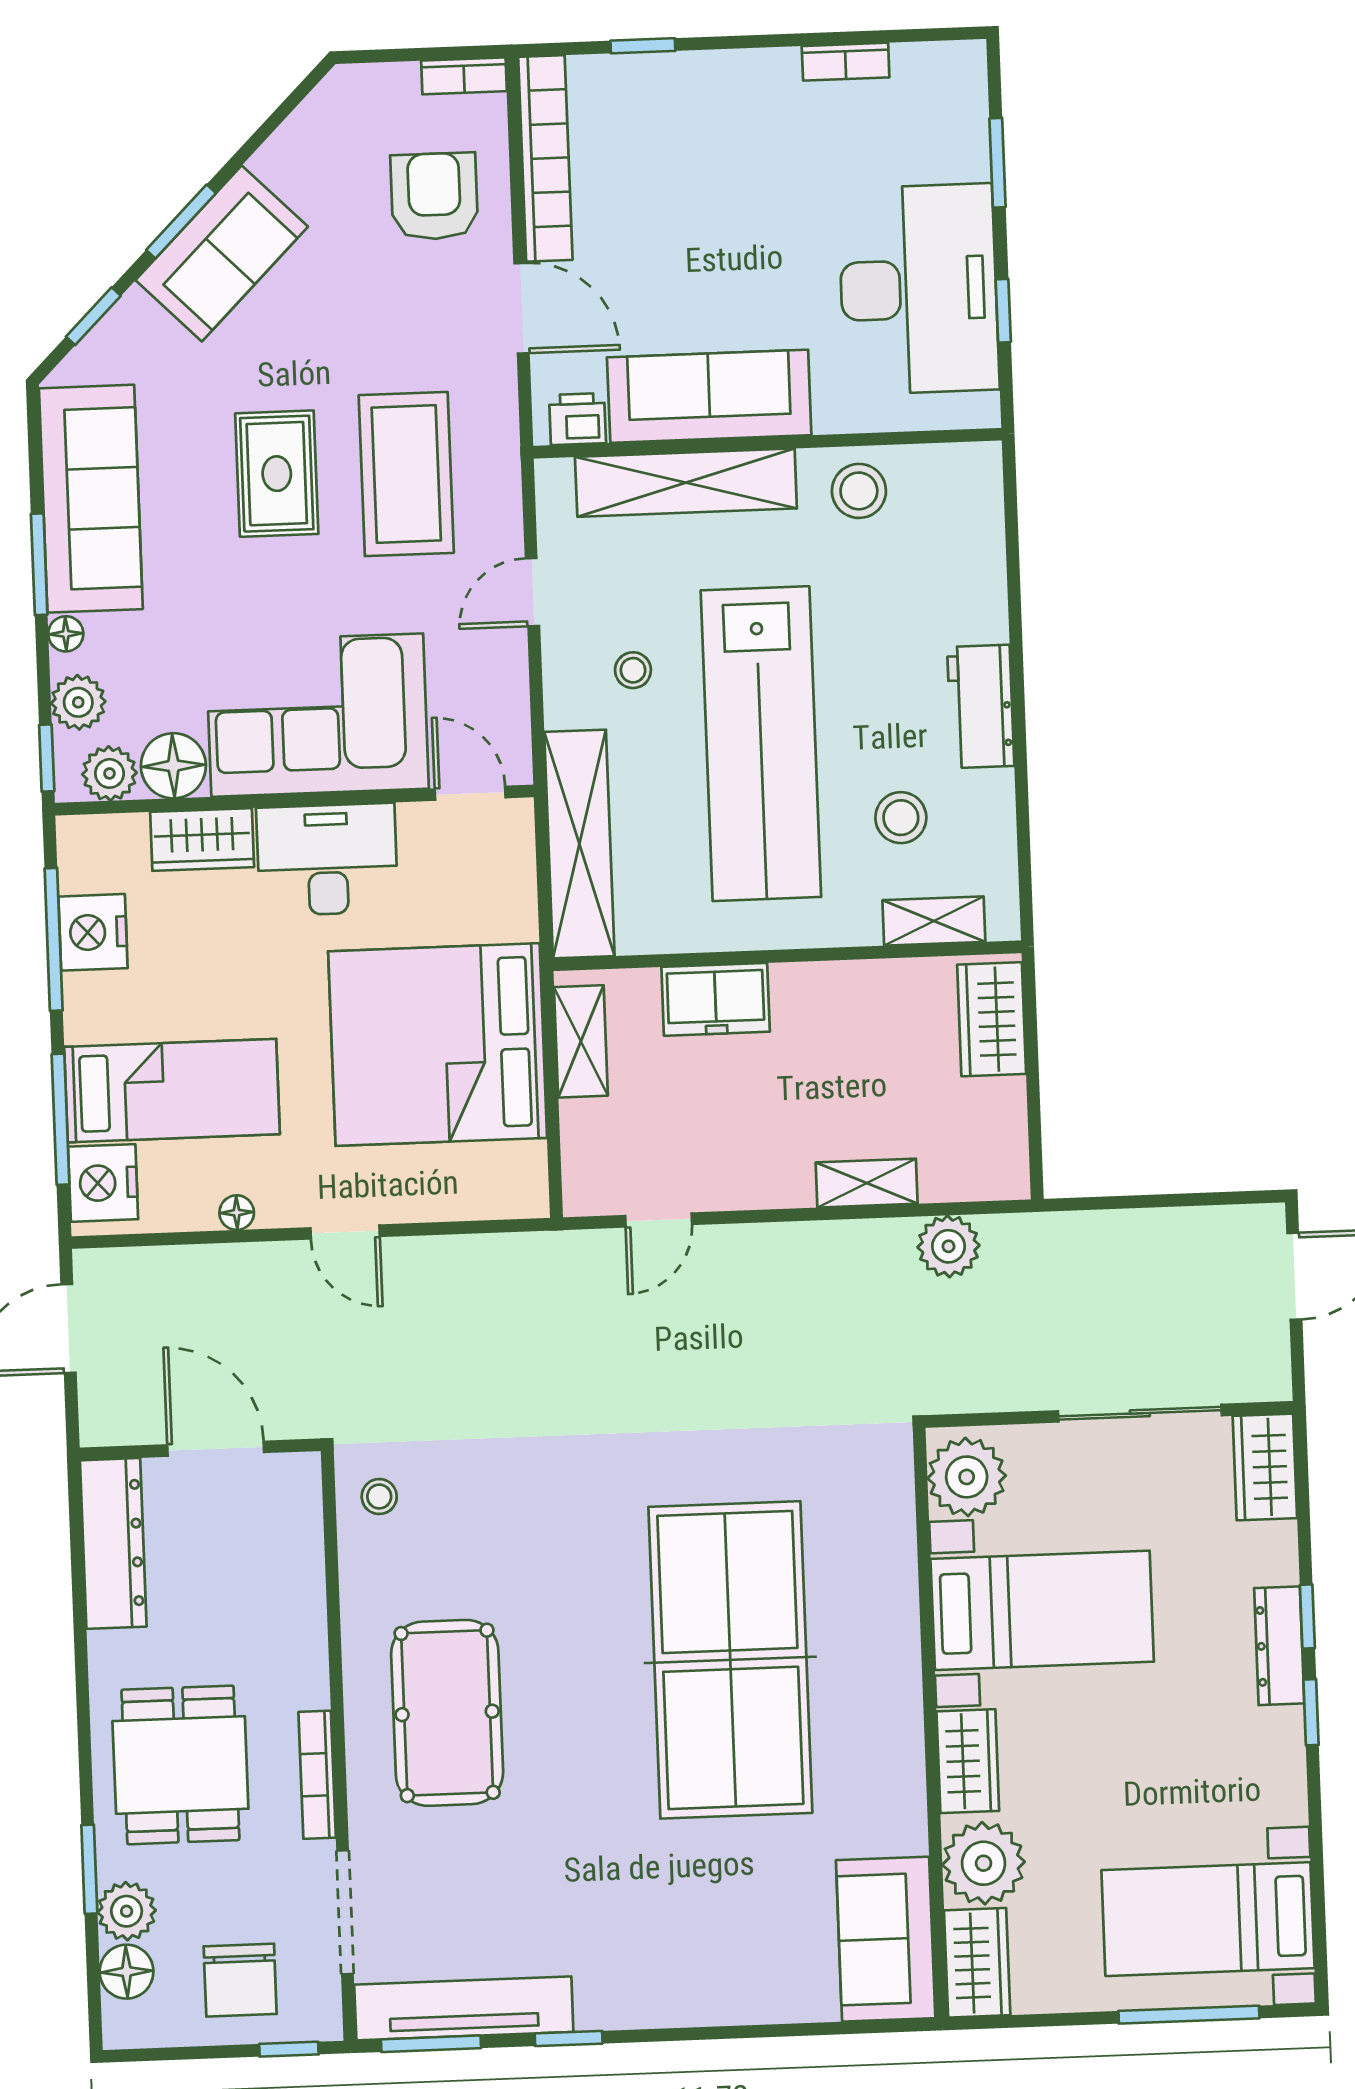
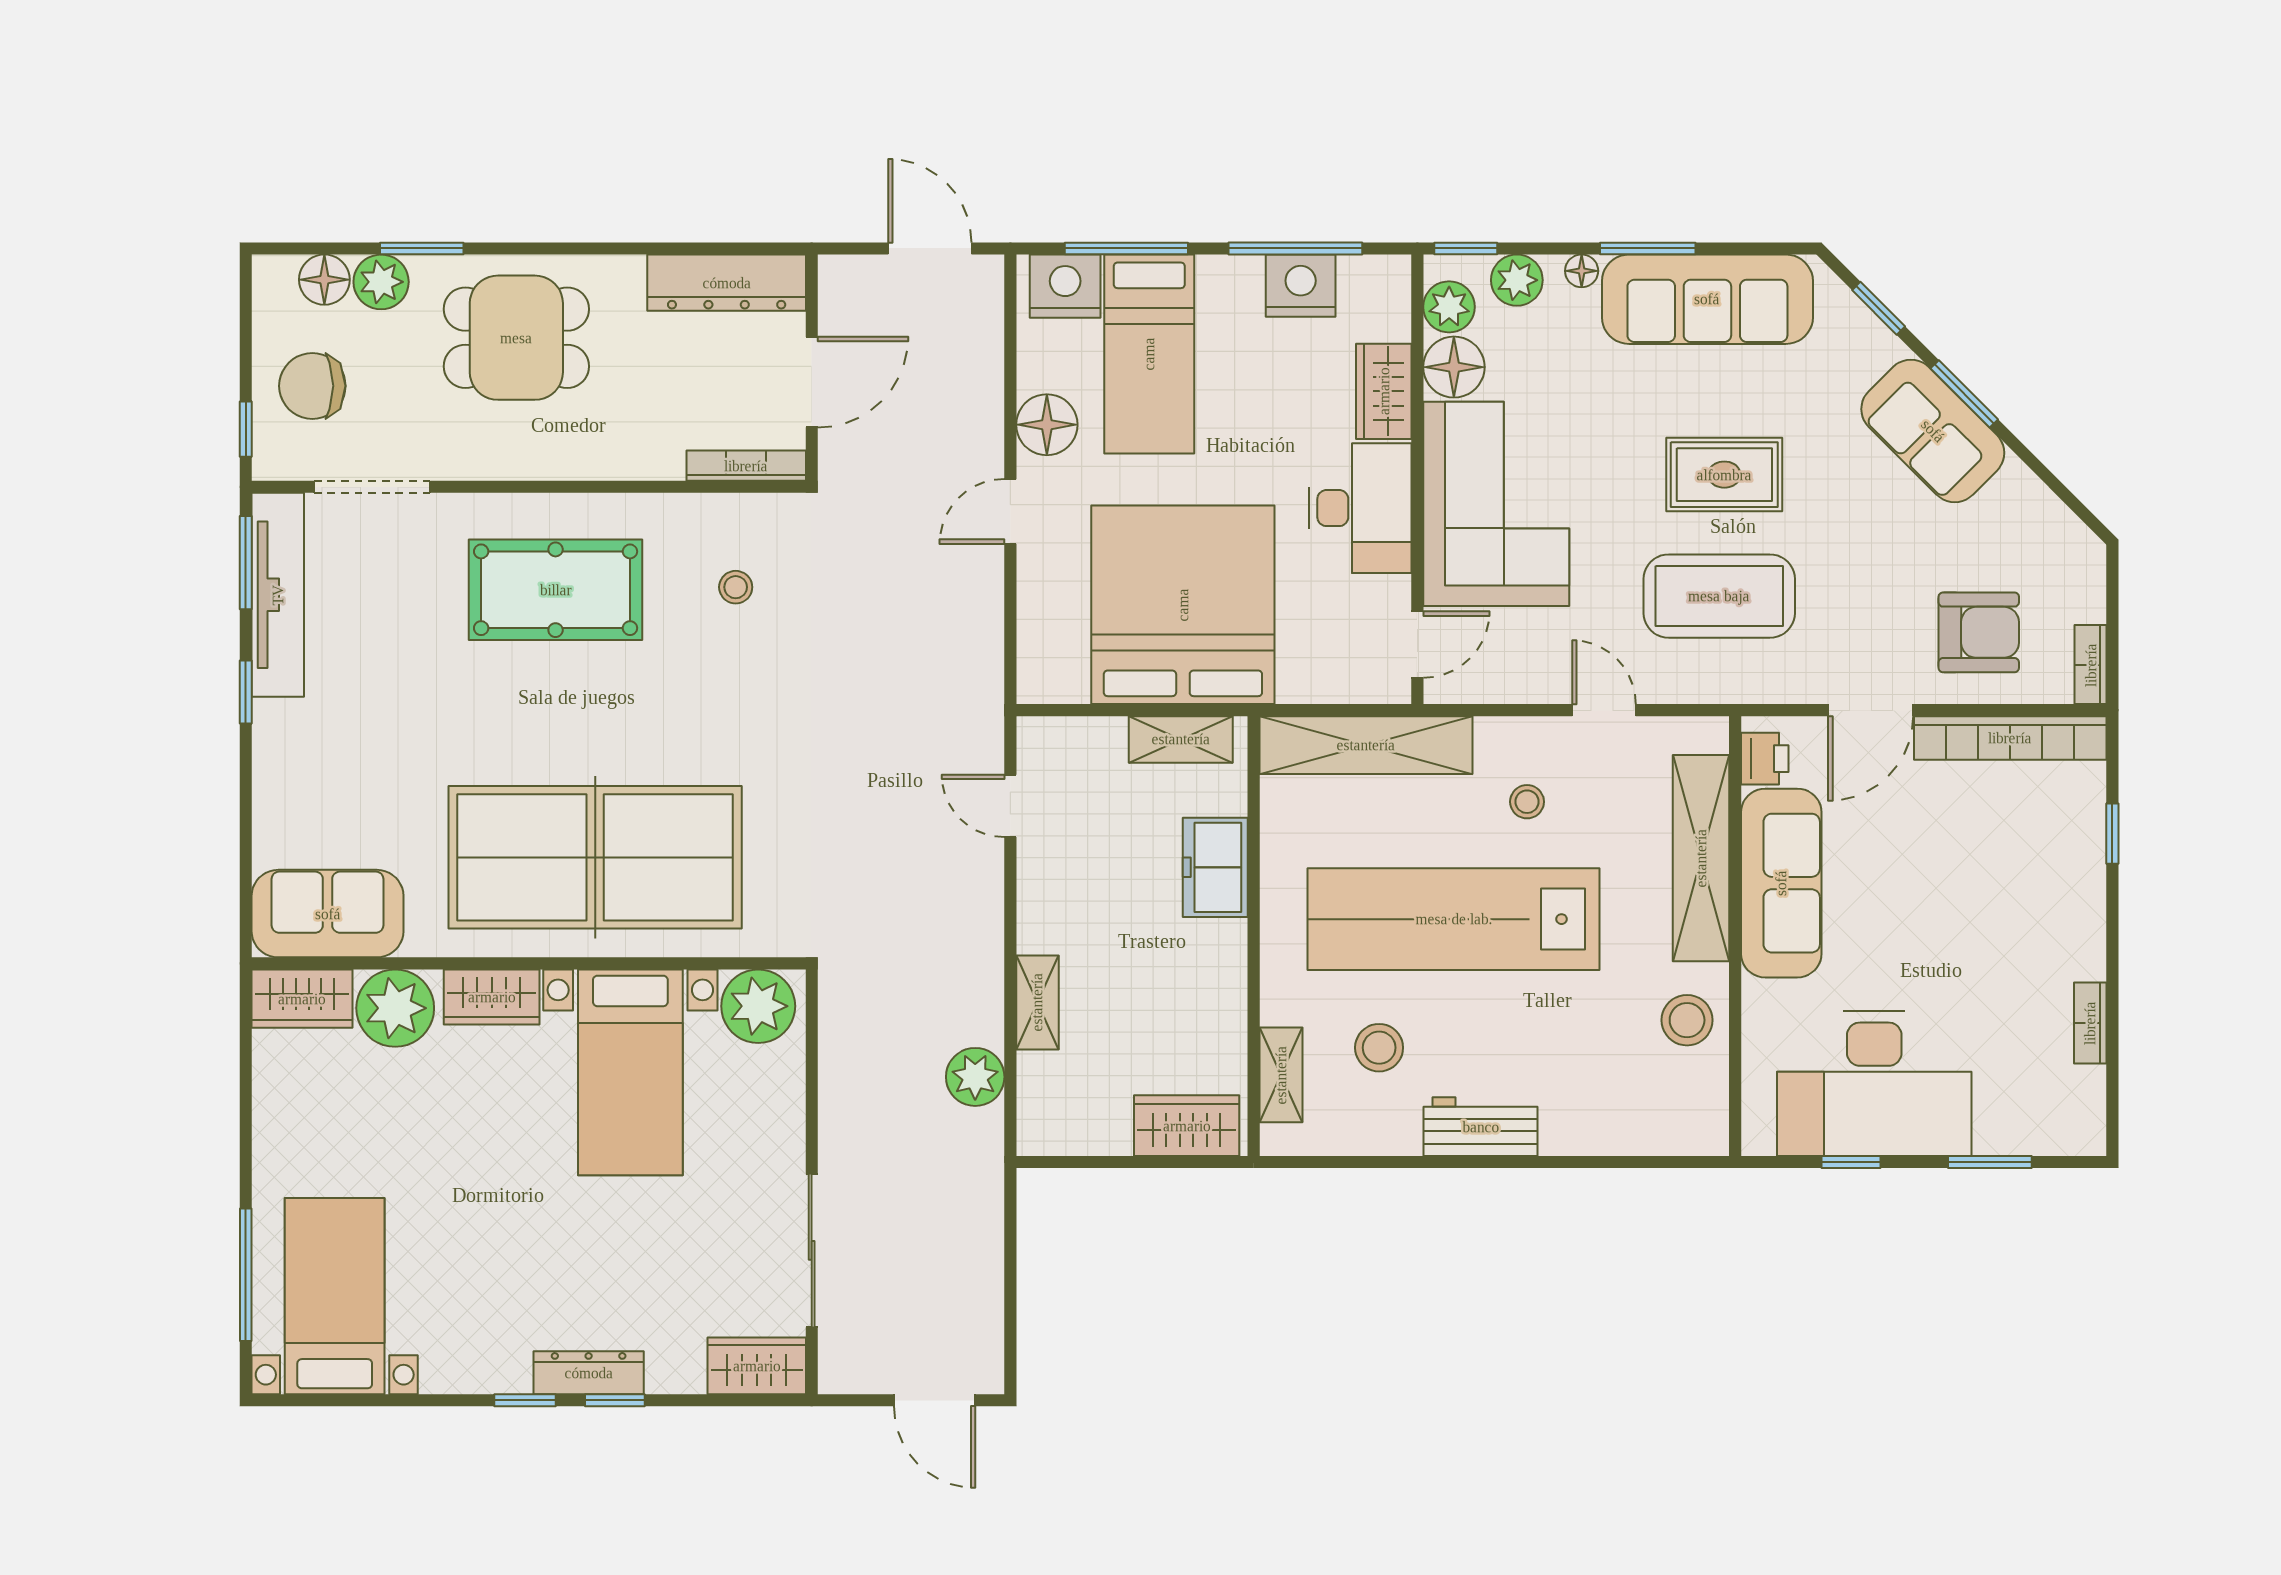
floor lamp: (237, 1213) -> (1047, 425), width x1.89, depth x1.89
plant: (967, 1477) -> (758, 1006), moved
stool: (379, 1497) -> (736, 587), moved
bed with nightstands: (1042, 1610) -> (630, 1072), moved
wall: (930, 1723) -> (529, 963), moved
wardrobe: (968, 1761) -> (492, 997), moved
bookcase: (317, 1775) -> (746, 466), moved
plant: (984, 1863) -> (395, 1008), moved
sofa: (886, 1939) -> (328, 914), moved
wardrobe: (977, 1963) -> (302, 999), moved

